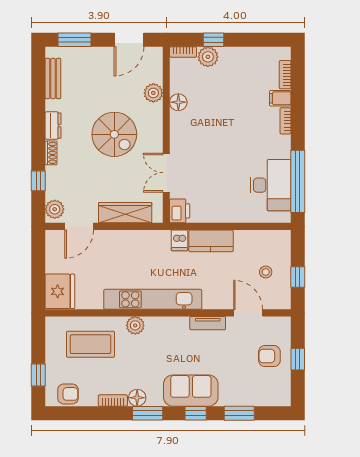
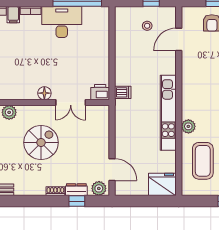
floor lamp: (178, 102) -> (44, 93), moved
dresser: (53, 126) -> (76, 190), moved
desk: (271, 185) -> (62, 22), moved
wardrobe: (125, 213) -> (101, 134), removed
kitchen counter: (211, 241) -> (123, 68), removed
tv unit: (208, 323) -> (187, 70), removed

